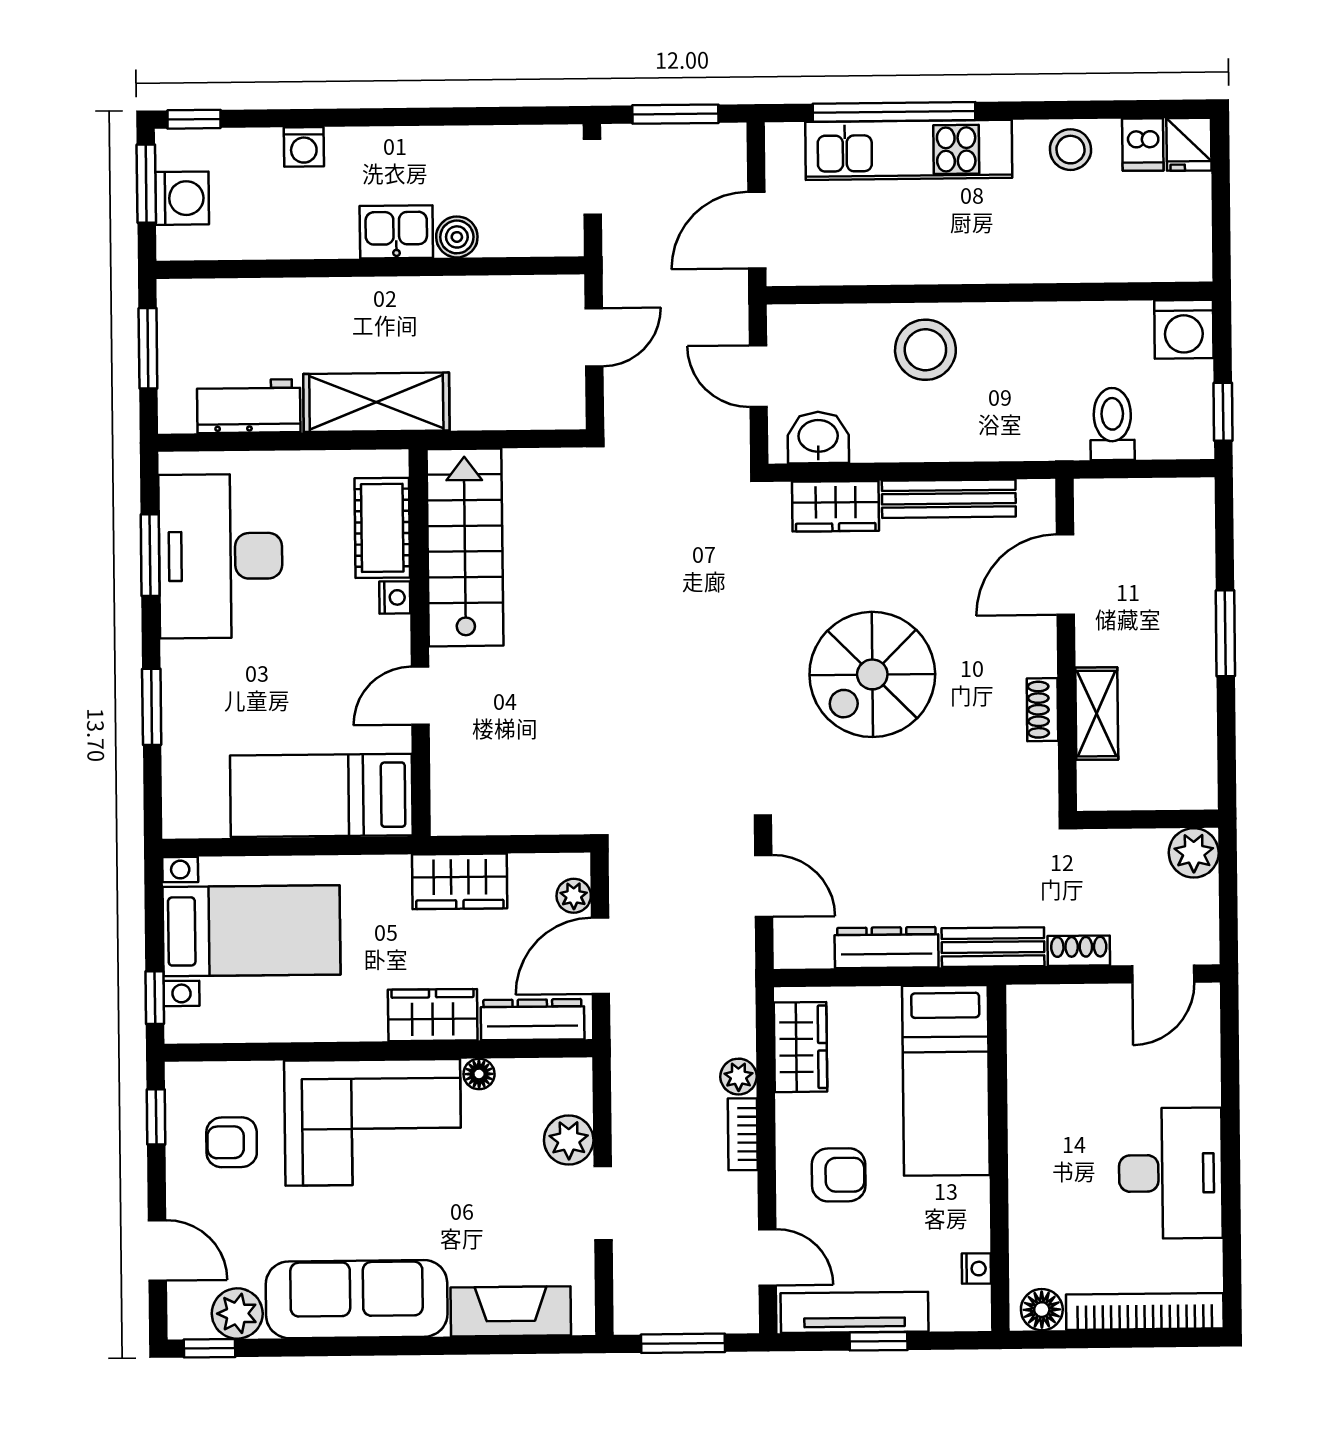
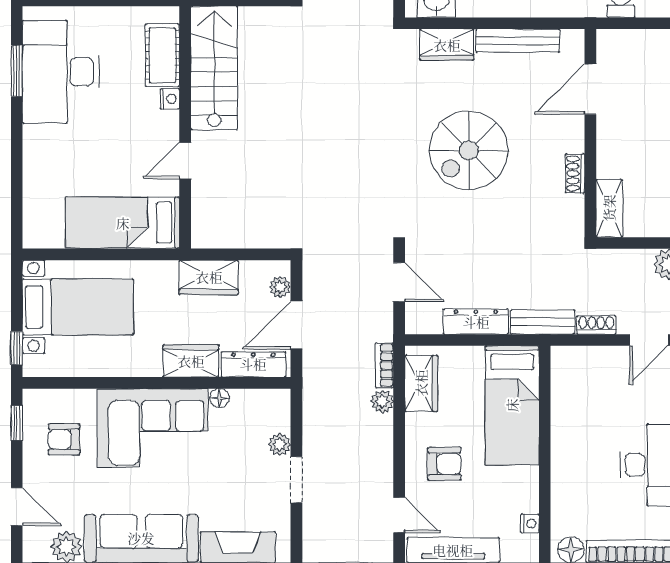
window: (152, 707) -> (17, 166), removed
shelving: (1097, 714) -> (609, 208), moved
bookcase: (743, 1134) -> (384, 365), moved
plant: (569, 1140) -> (279, 444), width x0.73, depth x0.73

